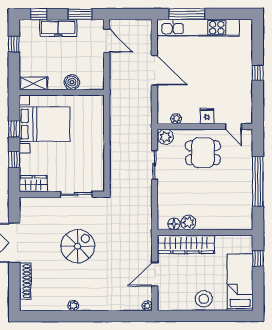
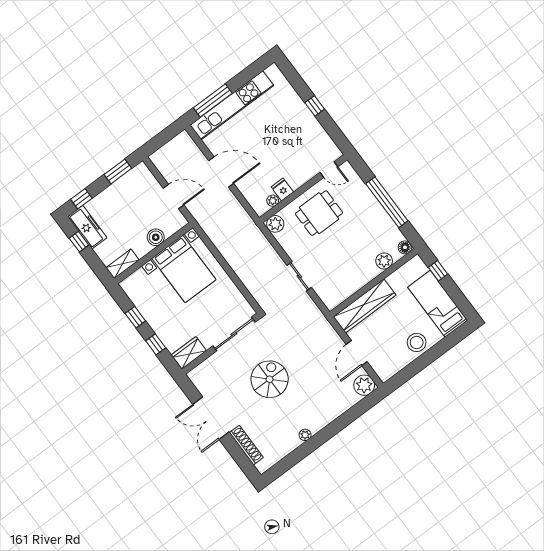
freezer: (58, 28) -> (87, 227), moved, turned -90
door: (107, 41) -> (173, 197), moved
fridge: (207, 116) -> (282, 189), moved
bed with nightstands: (45, 124) -> (184, 269), moved, turned 90
sliding door: (155, 165) -> (299, 276), moved
sliding door: (76, 194) -> (234, 334), width x1.37
plant: (188, 223) -> (384, 261), moved
floor lamp: (174, 224) -> (405, 247), moved
plant: (147, 306) -> (364, 385), width x1.87, depth x1.87

